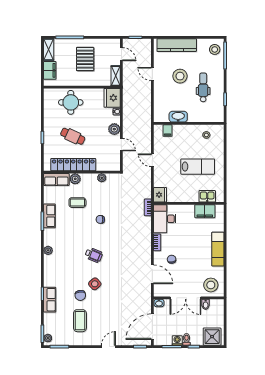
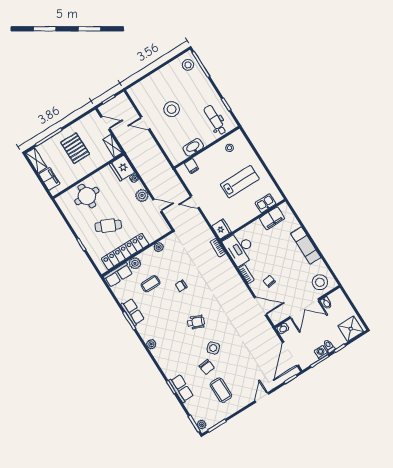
kitchen counter: (177, 45) -> (151, 83), removed
dental chair: (203, 87) -> (215, 120), moved

